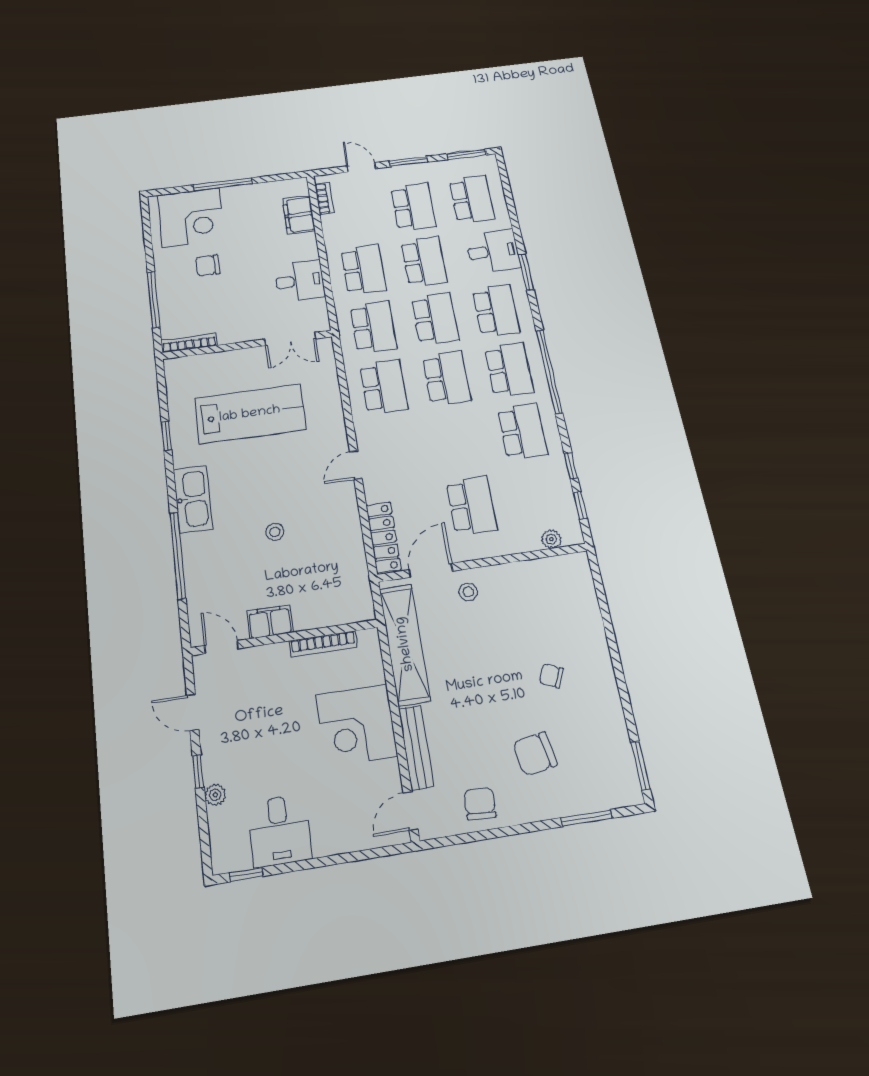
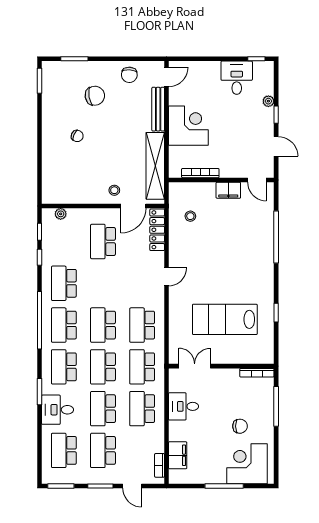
kitchen sink: (193, 499) -> (264, 270), removed
stool: (275, 532) -> (190, 216), moved

